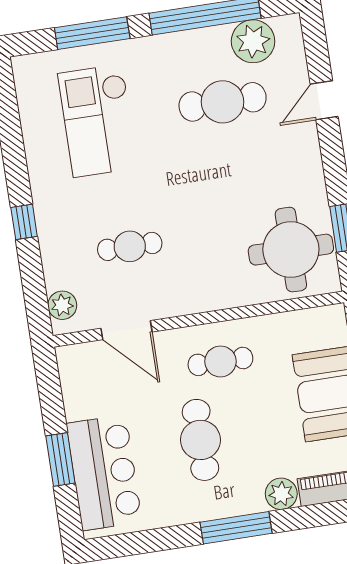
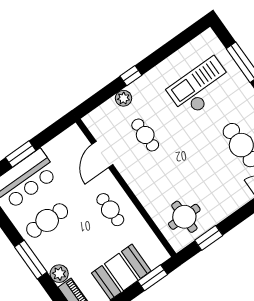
round table: (291, 250) -> (184, 217), width x0.73, depth x0.73
plant: (62, 305) -> (124, 98), moved
cafe table: (200, 440) -> (47, 220), moved

